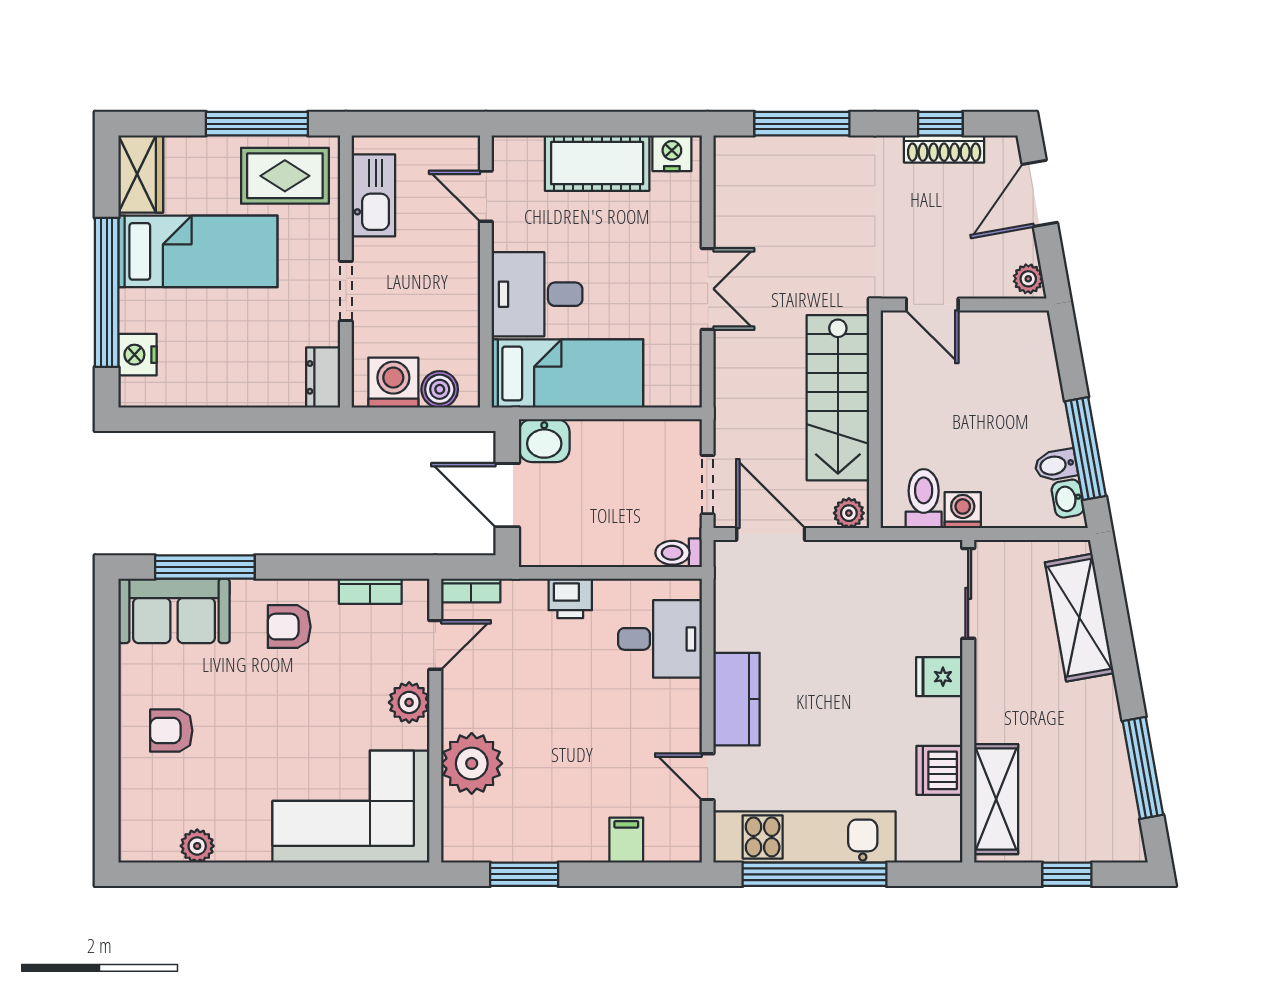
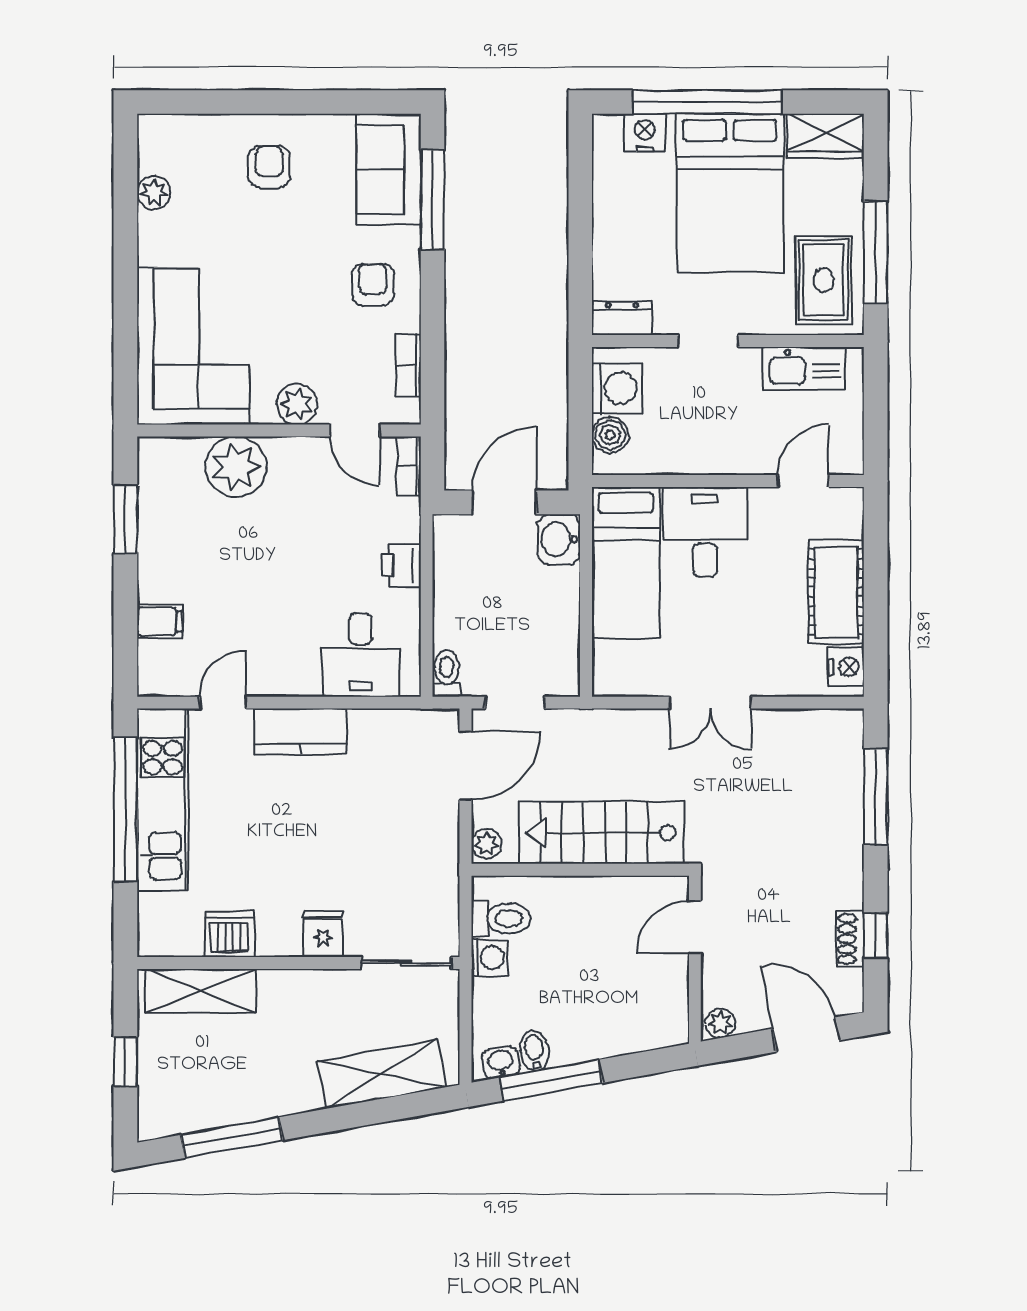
shoe rack: (944, 149) -> (850, 939), width x0.70
bed: (198, 251) -> (730, 193), width x1.50

